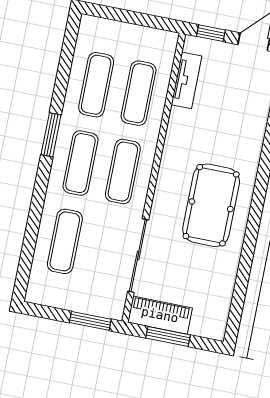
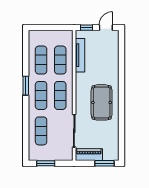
tv unit: (186, 80) -> (80, 55), width x1.41
window: (90, 321) -> (46, 163), moved
window: (168, 336) -> (104, 163), moved

